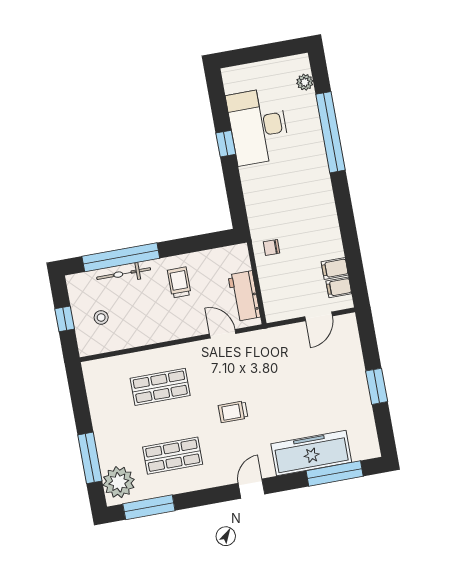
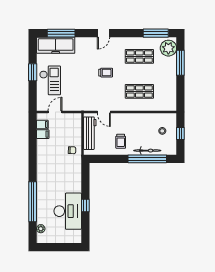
workbench: (244, 296) -> (90, 133), width x1.38
checkout: (339, 377) -> (50, 80), added
freezer: (311, 453) -> (56, 45), moved

